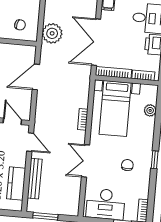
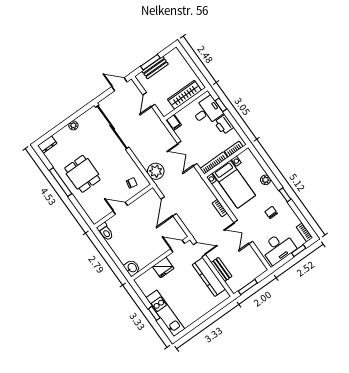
double door: (96, 42) -> (187, 154), width x0.73
plant: (150, 110) -> (266, 180), moved
bench: (35, 179) -> (221, 269), width x0.73
kitchen counter: (16, 184) -> (209, 277), width x1.50

